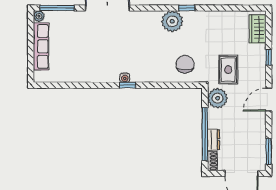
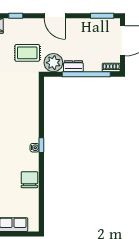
chair: (185, 64) -> (29, 180), moved, turned 90
dresser: (214, 140) -> (73, 66), moved

